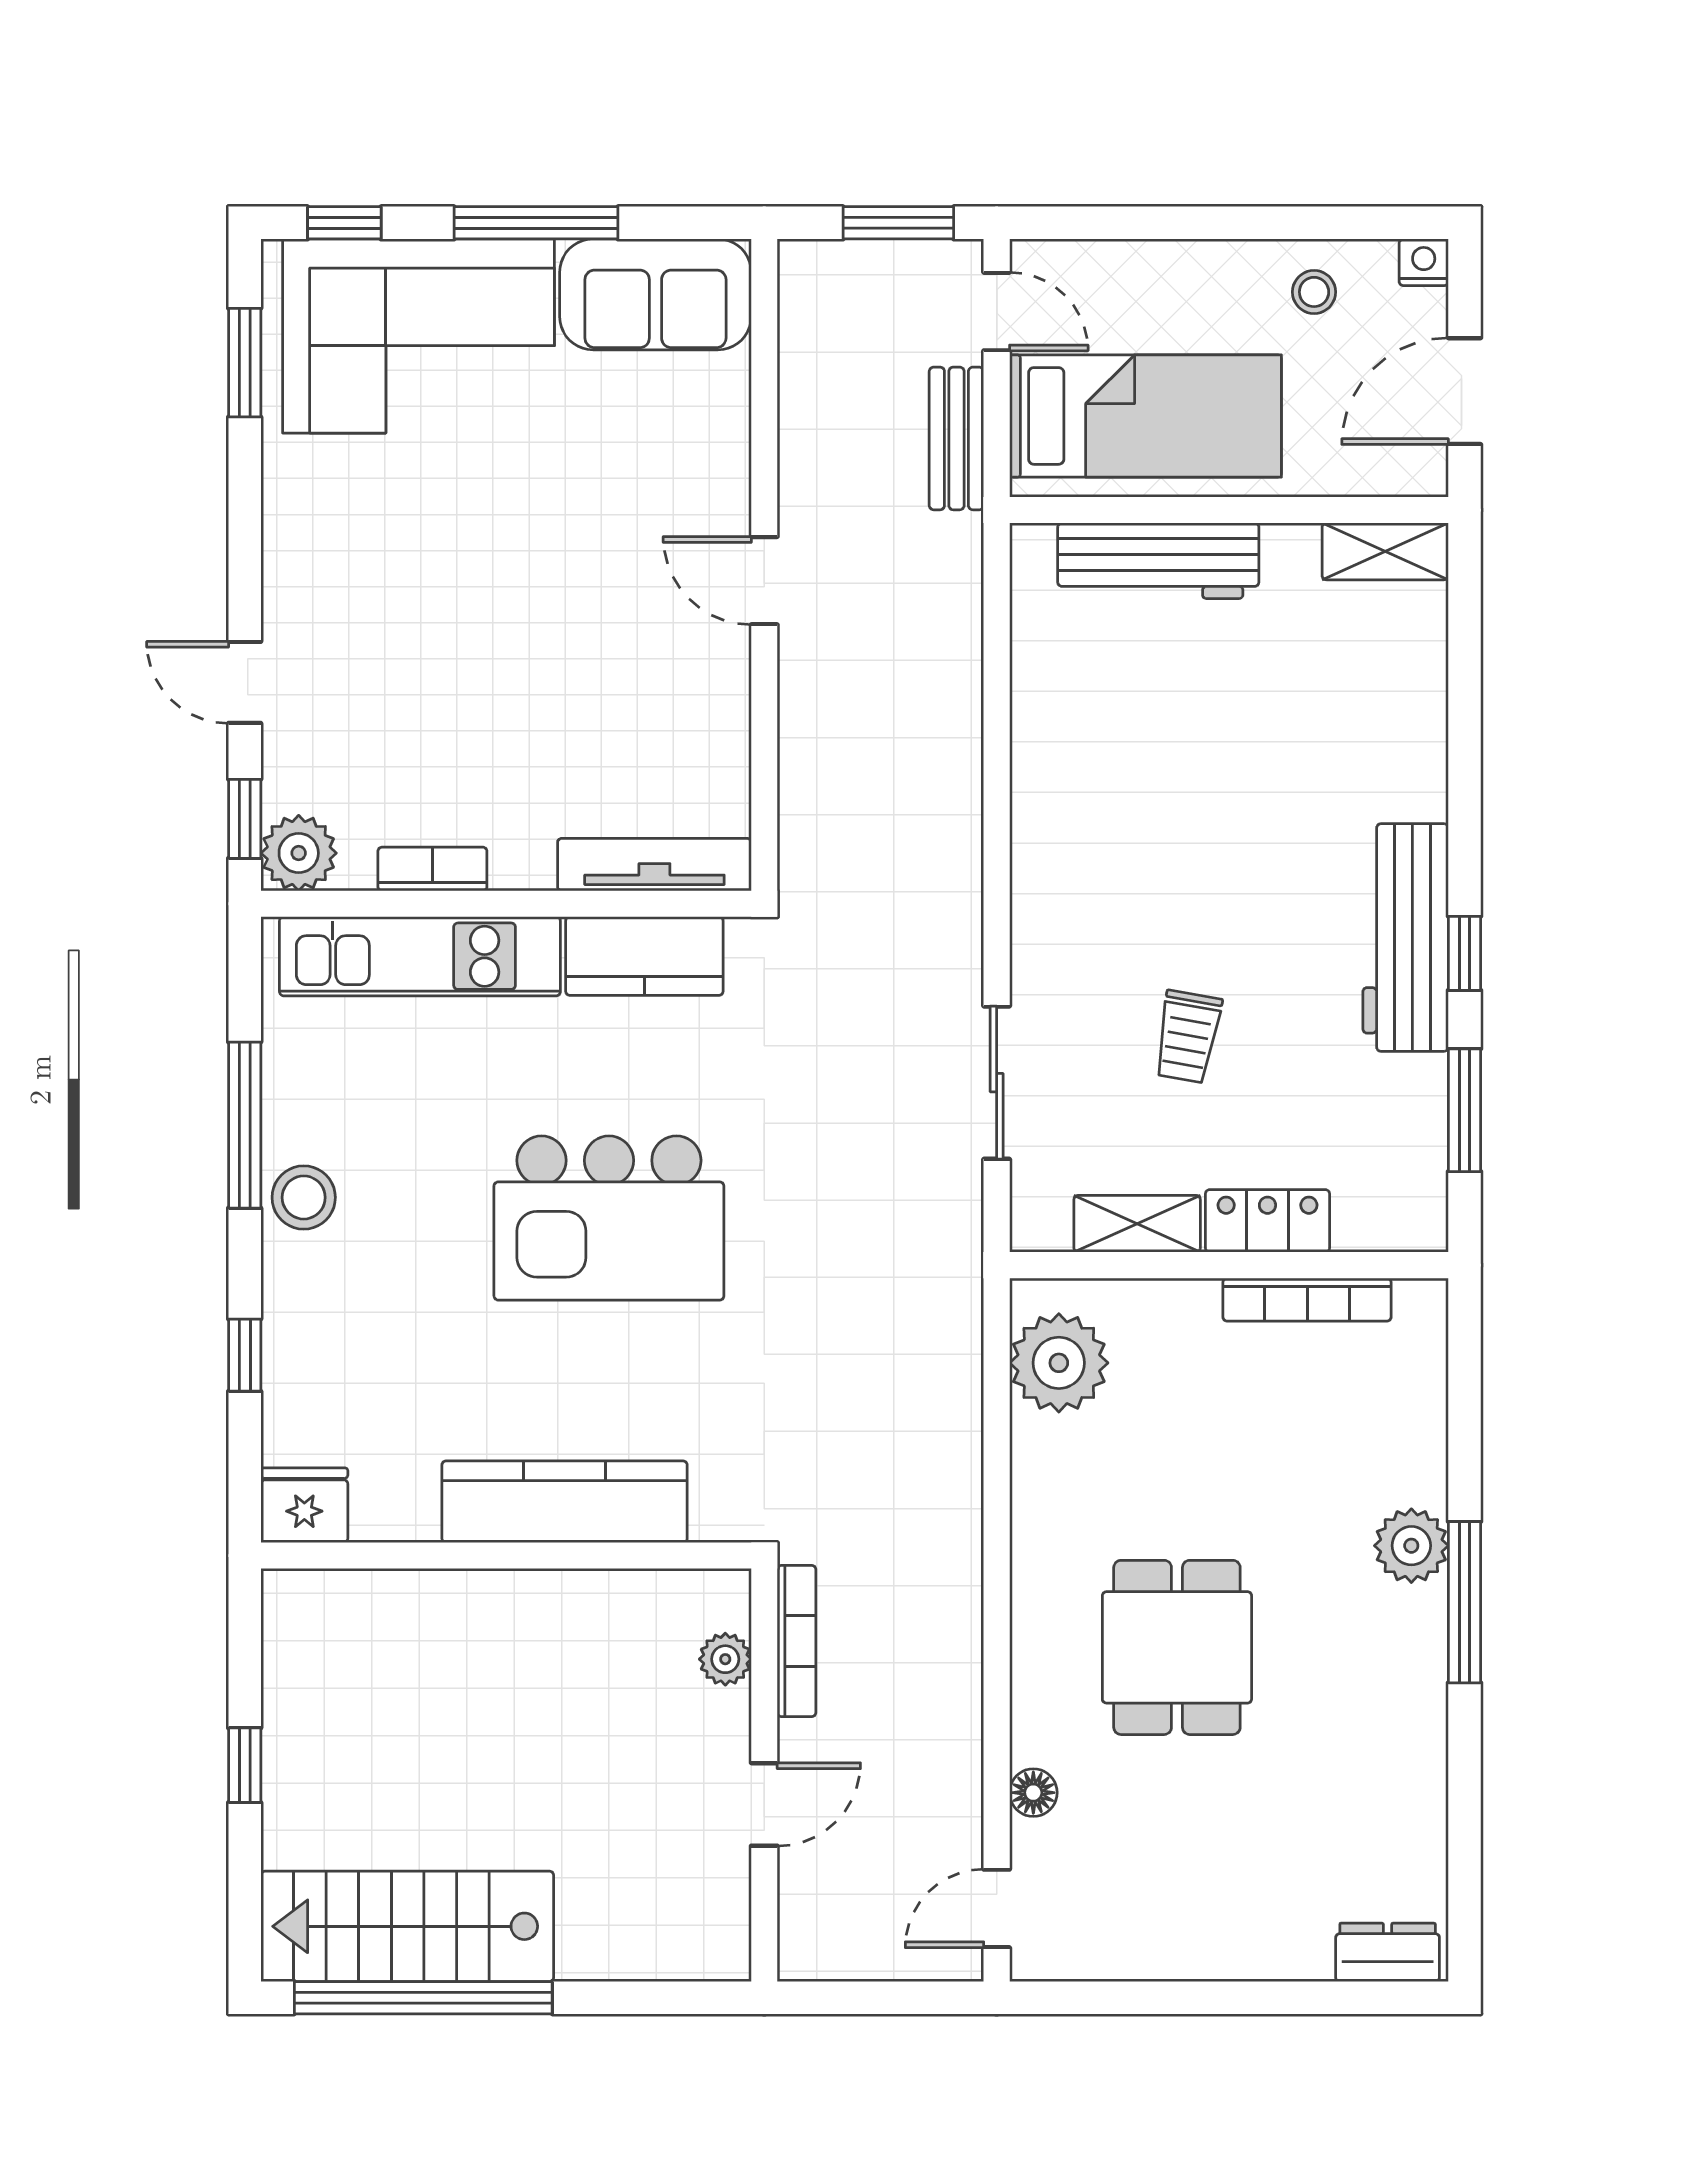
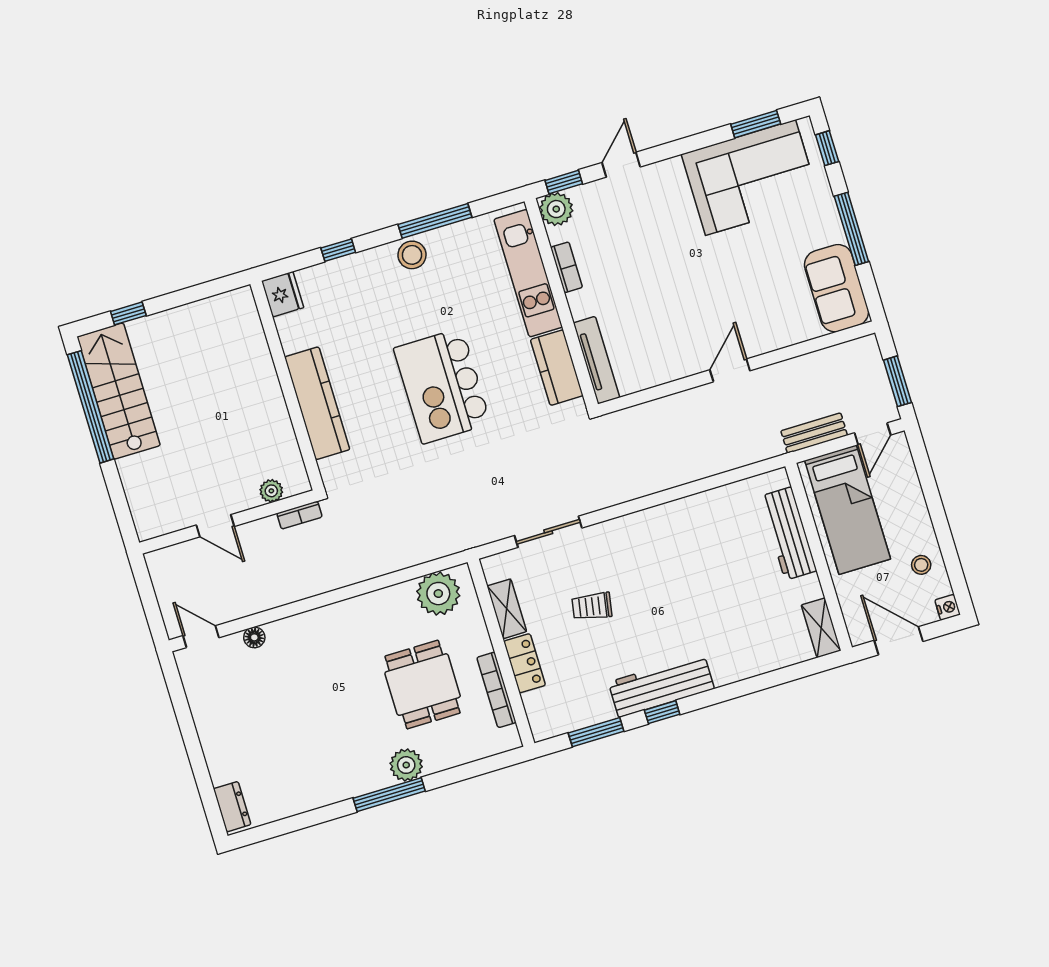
corner sofa: (419, 336) -> (751, 178), moved, turned -90
bookcase: (797, 1641) -> (299, 515), width x0.64
dining table: (1177, 1647) -> (423, 685), moved, turned 90
window: (245, 1765) -> (128, 313), moved

